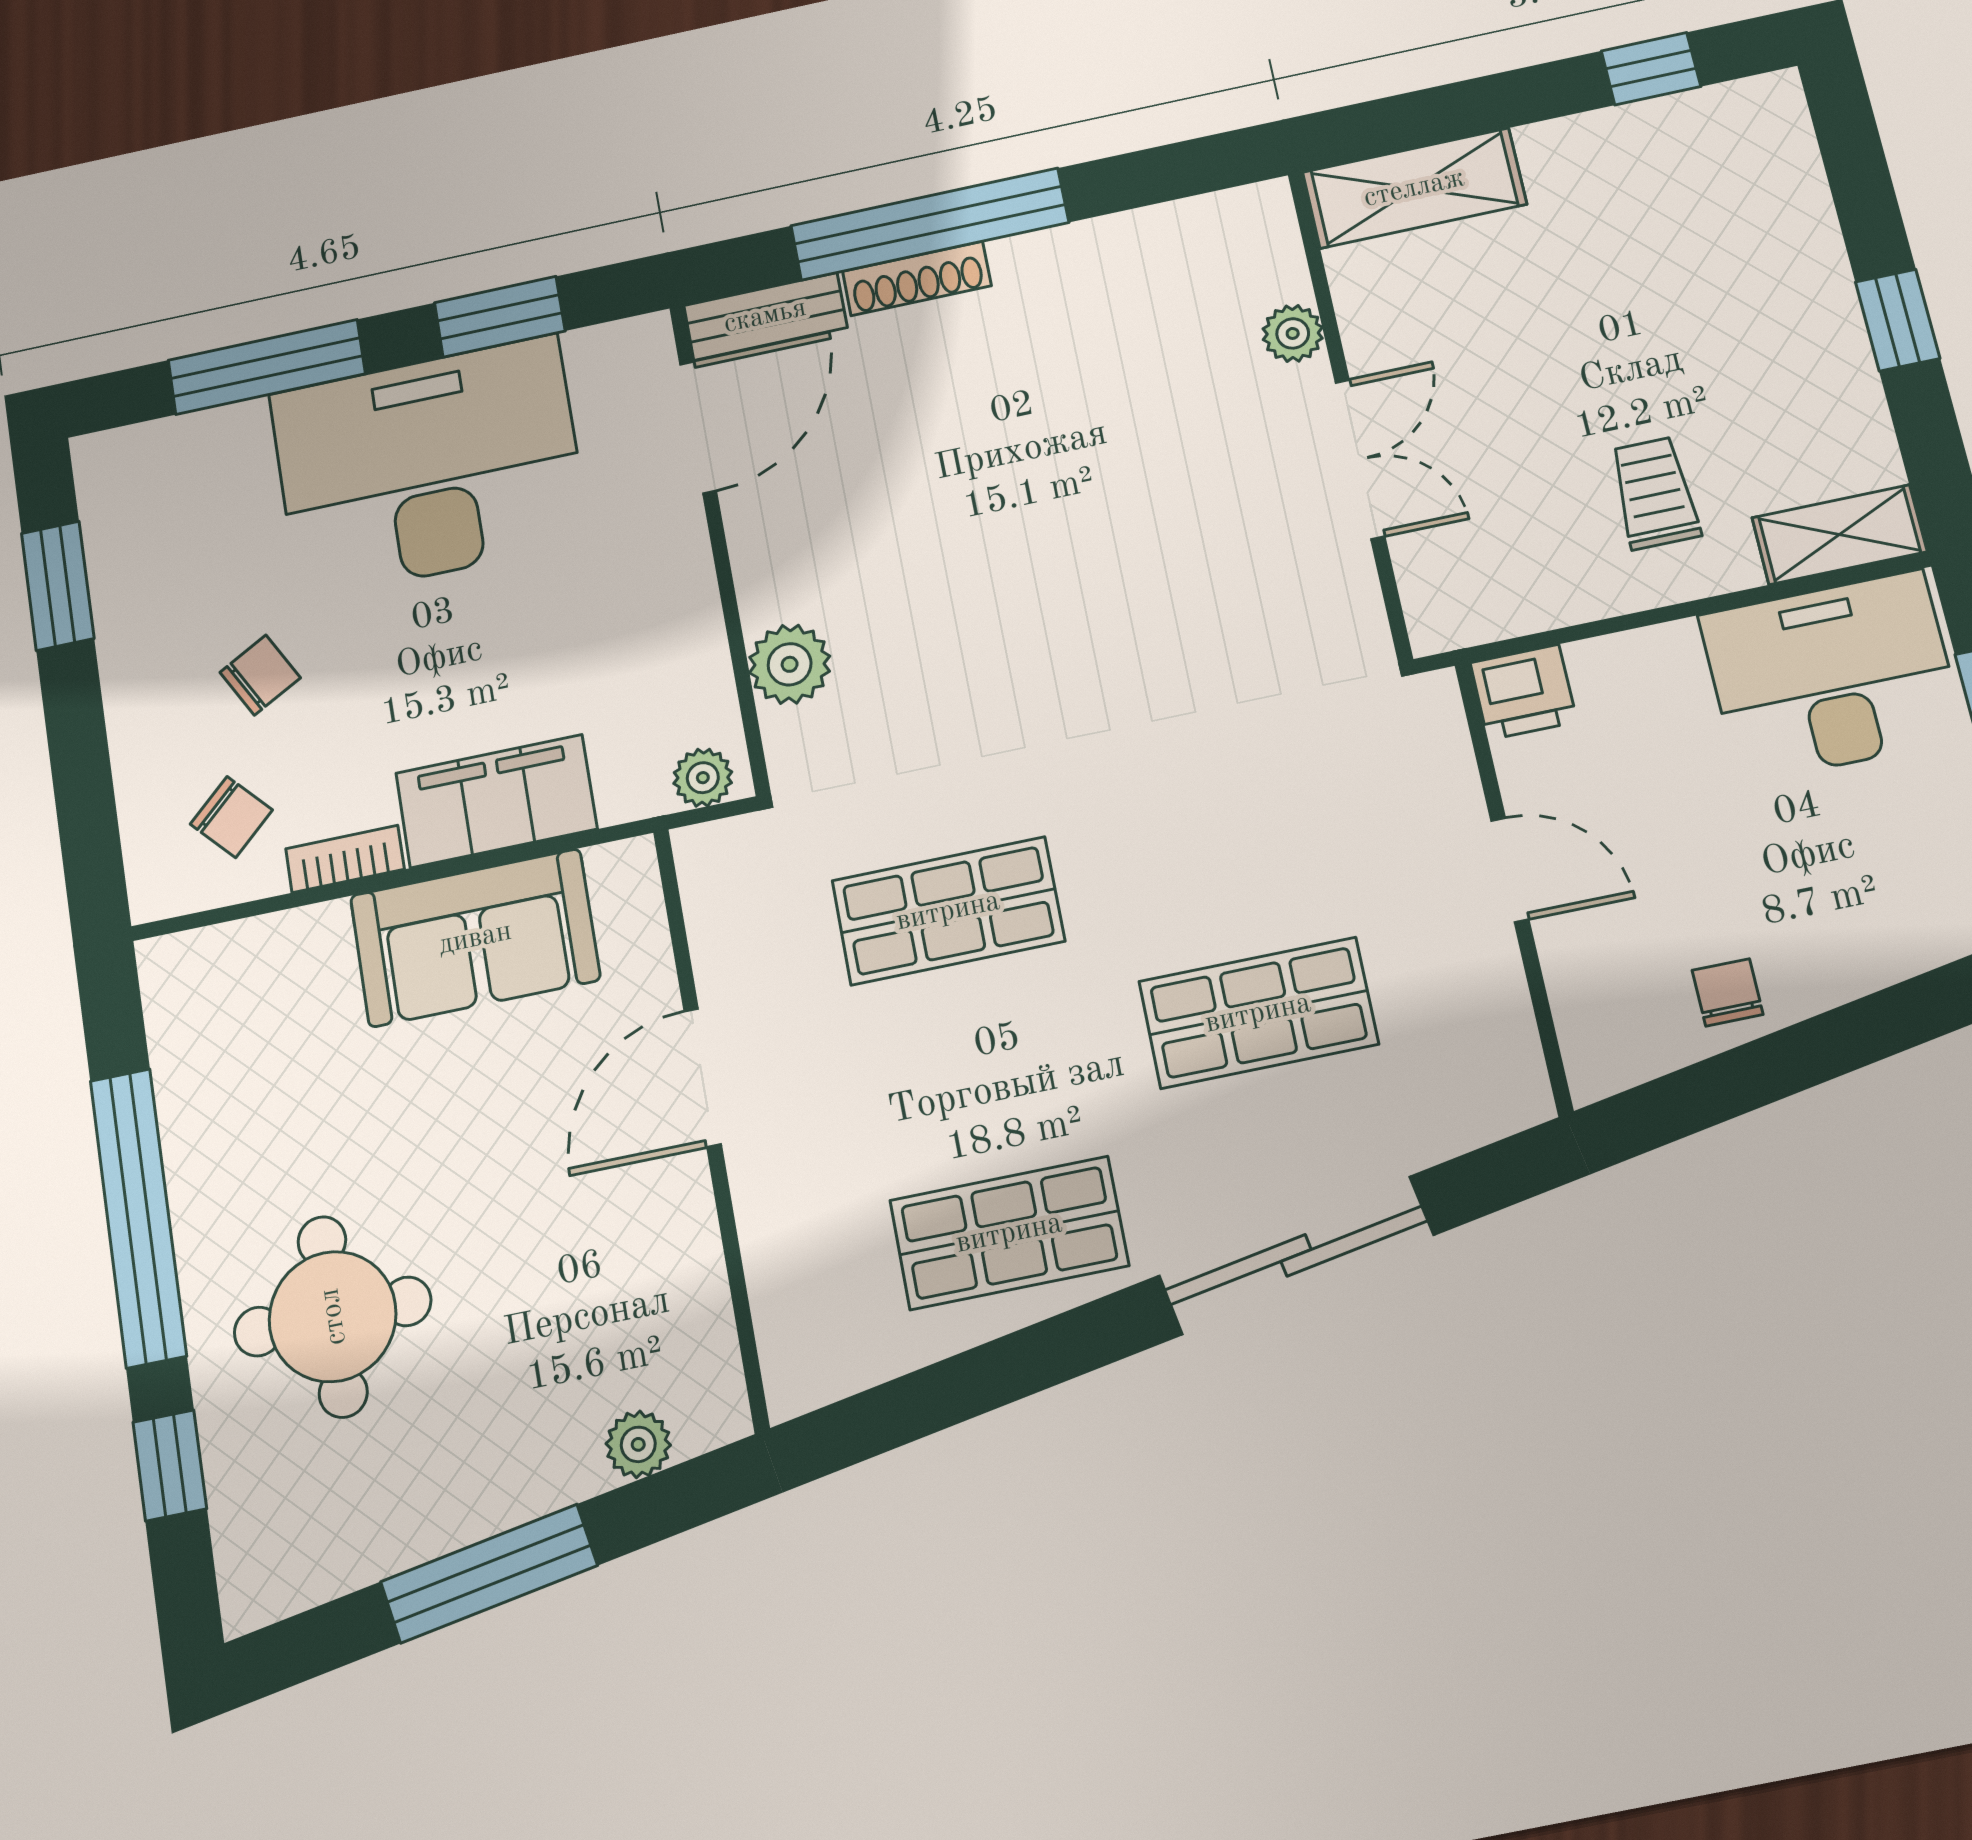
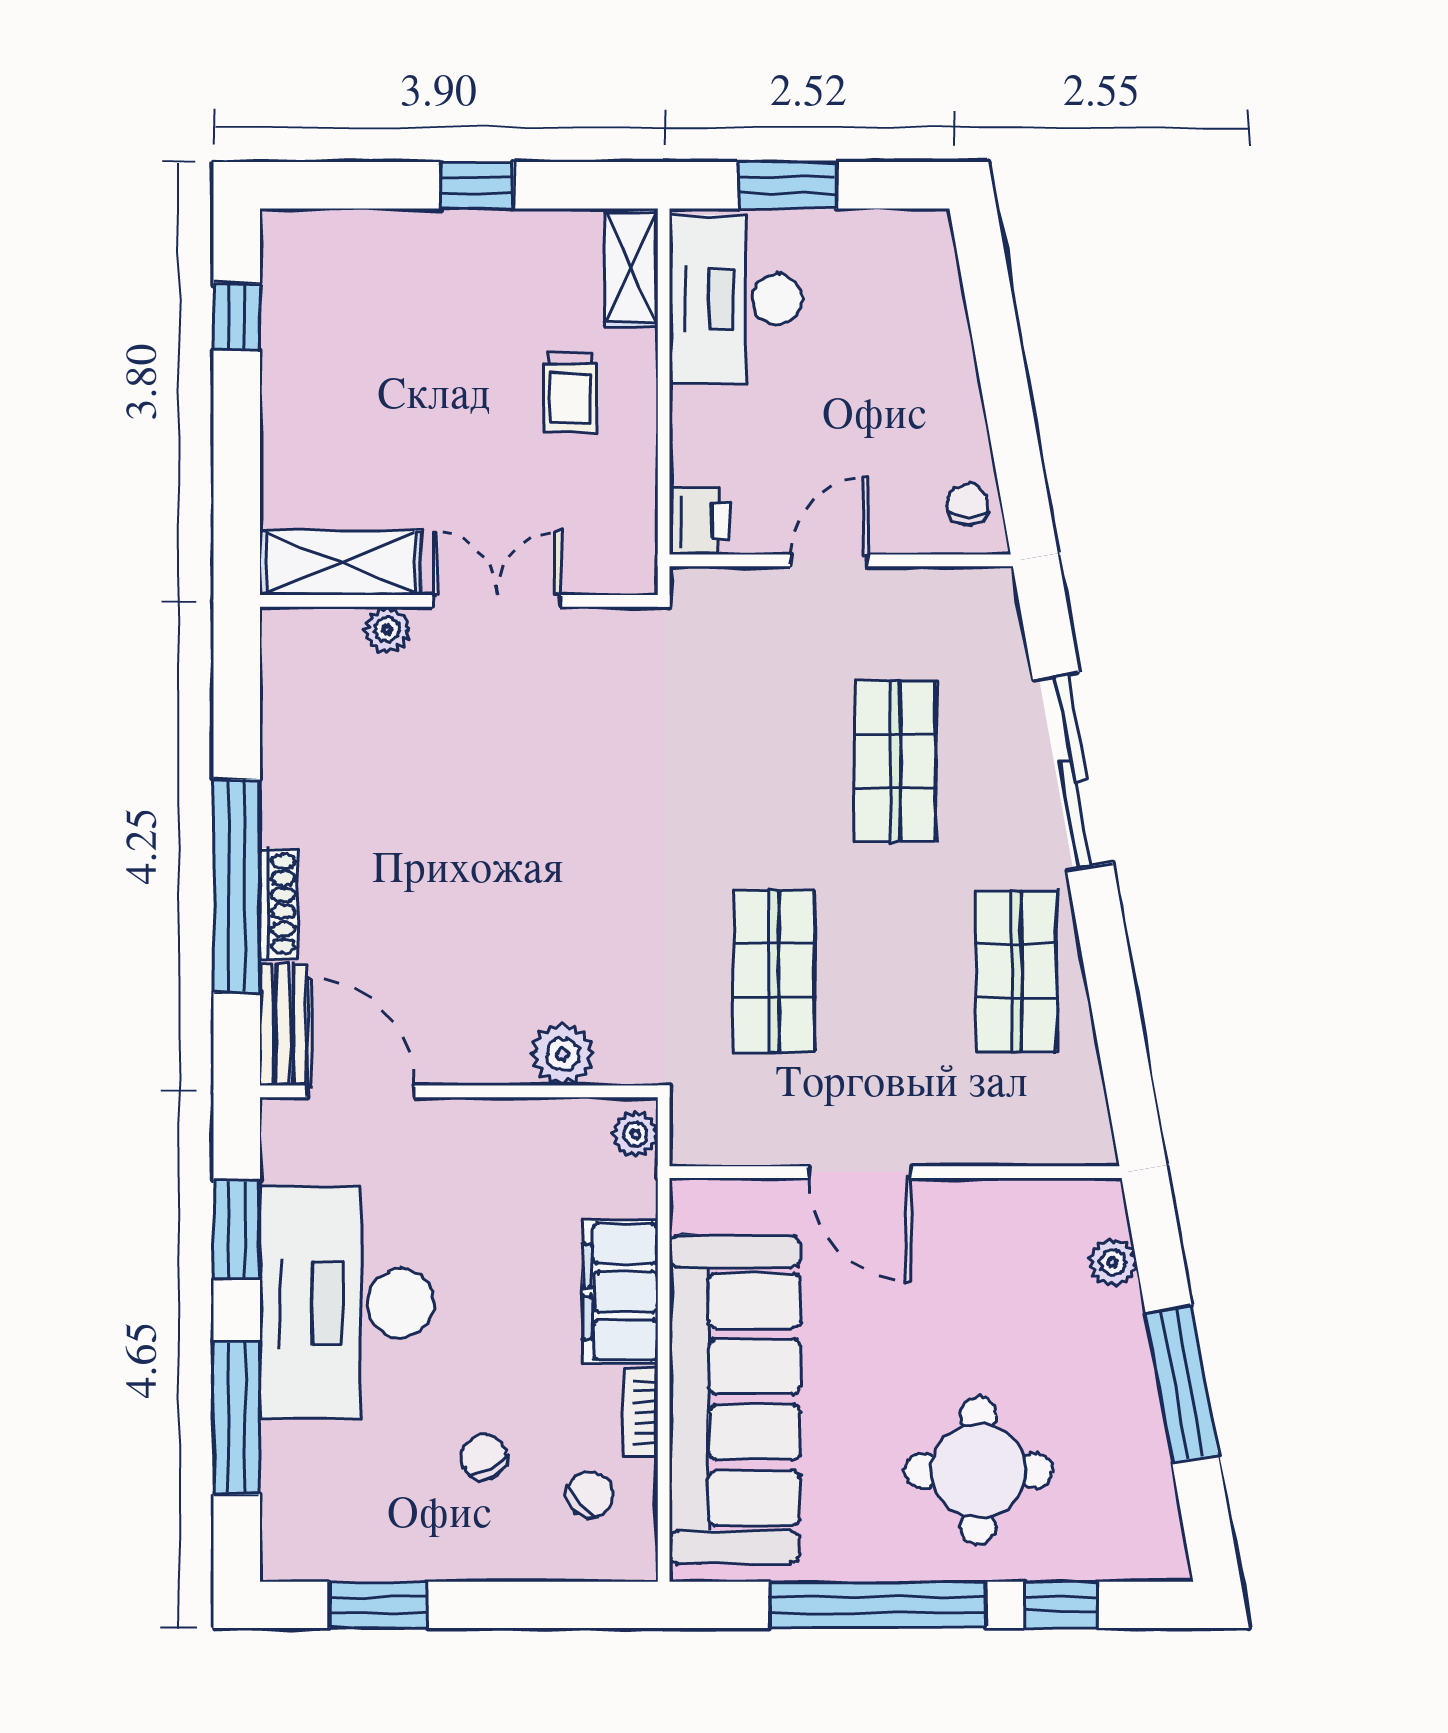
shelving: (1414, 188) -> (340, 563), moved, turned 90
trolley: (1654, 493) -> (570, 392), turned -90
sofa: (475, 938) -> (735, 1399), width x1.85, depth x1.27
chair: (1728, 992) -> (968, 504), moved, turned 90

